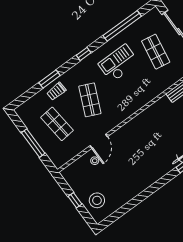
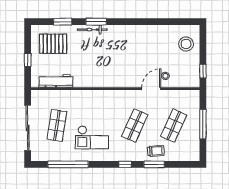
window: (84, 54) -> (125, 164), moved
shop shelf: (57, 124) -> (174, 126), turned 30
window: (75, 200) -> (203, 71), moved

